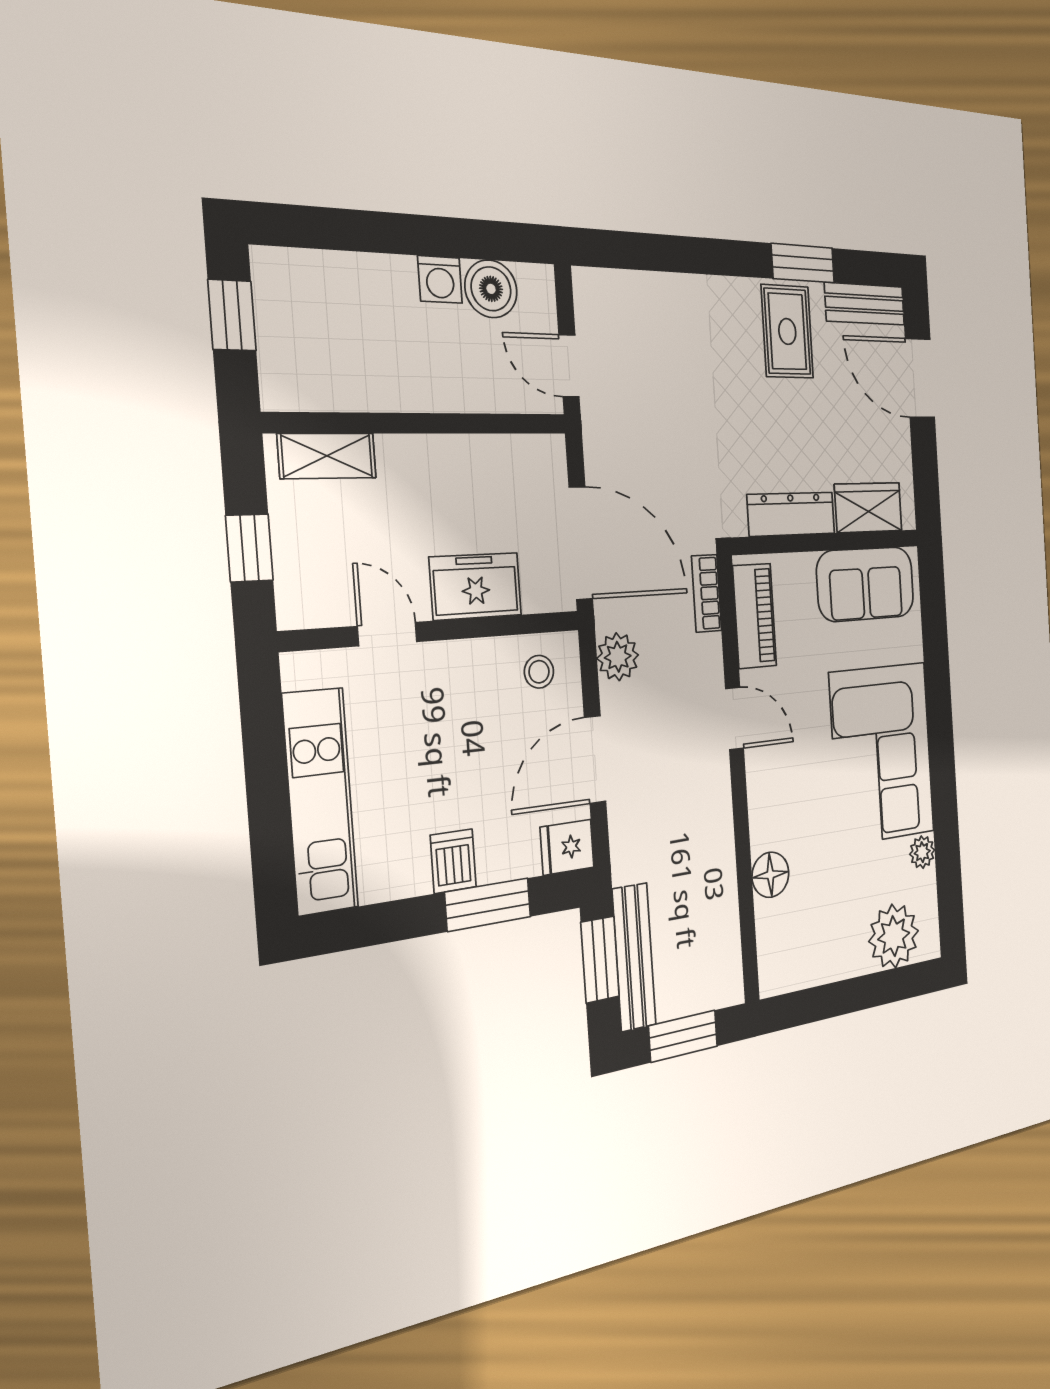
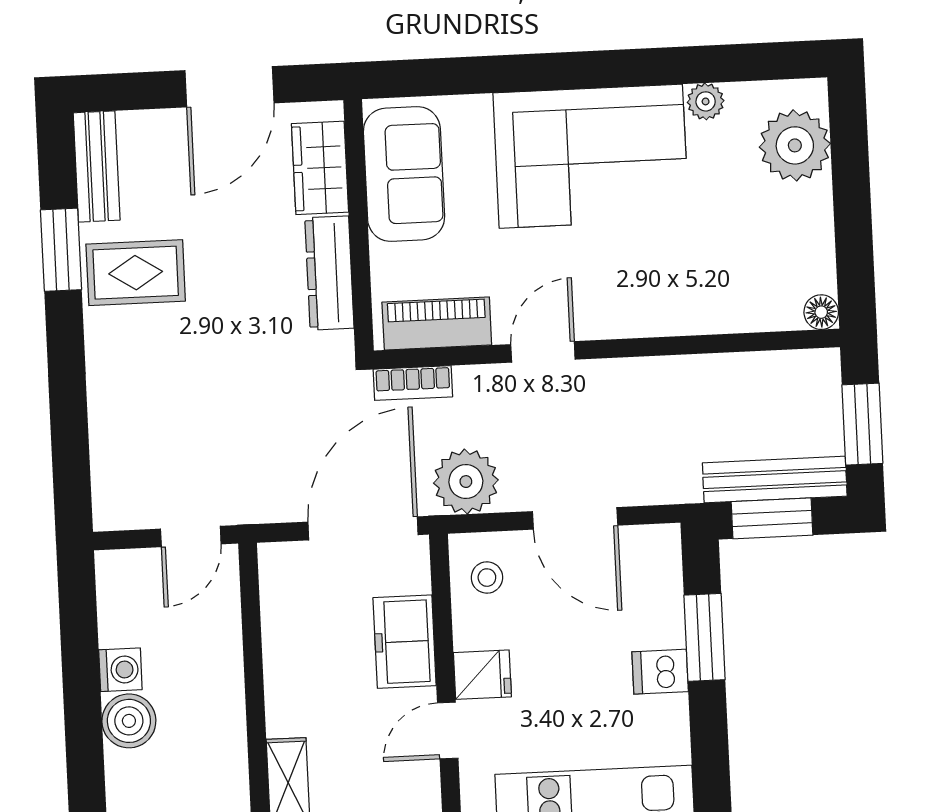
boiler: (491, 289) -> (129, 721), moved
door: (920, 378) -> (230, 87), moved
plant: (618, 657) -> (466, 482), width x1.36, depth x1.36
fridge: (567, 847) -> (482, 675), moved, turned -90
floor lamp: (770, 875) -> (821, 312), moved, width x0.73, depth x0.73

